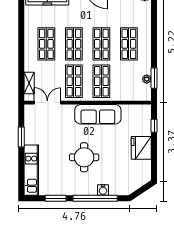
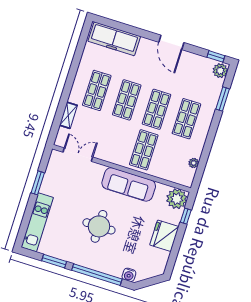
window: (154, 78) -> (223, 99), moved
shop shelf: (74, 81) -> (114, 140), removed
shelving: (29, 83) -> (68, 115), moved
plant: (142, 114) -> (177, 199), added
water cooler: (103, 190) -> (129, 275), moved

